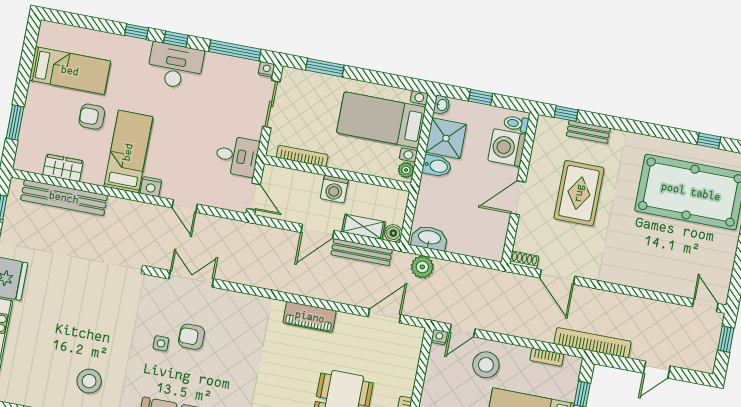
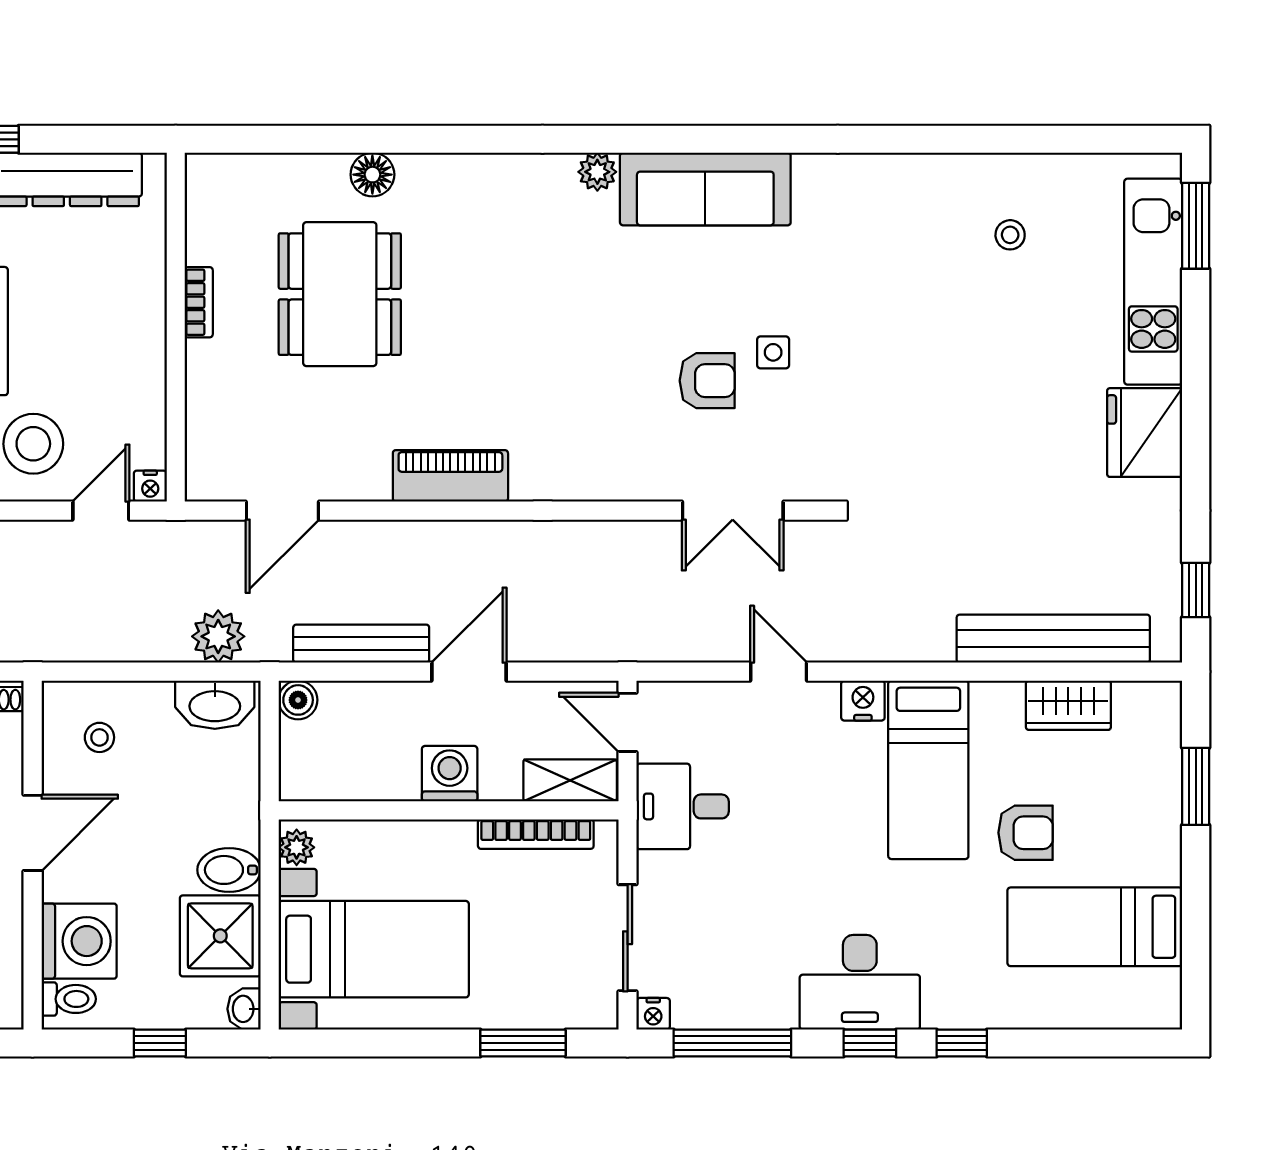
shelving: (363, 227) -> (570, 780), moved
stool: (482, 233) -> (99, 737), added
stool: (89, 381) -> (1010, 235), moved, width x0.53, depth x0.53

